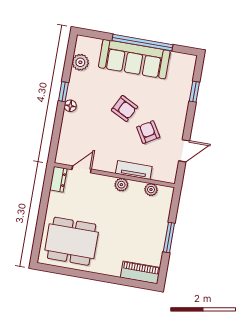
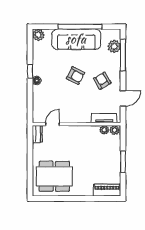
plant: (80, 62) -> (38, 35), moved
plant: (184, 78) -> (114, 46), added
window: (194, 92) -> (123, 55), width x2.17
armchair: (148, 132) -> (102, 81), moved
tv unit: (134, 170) -> (104, 118), moved
plant: (121, 185) -> (115, 130), moved

